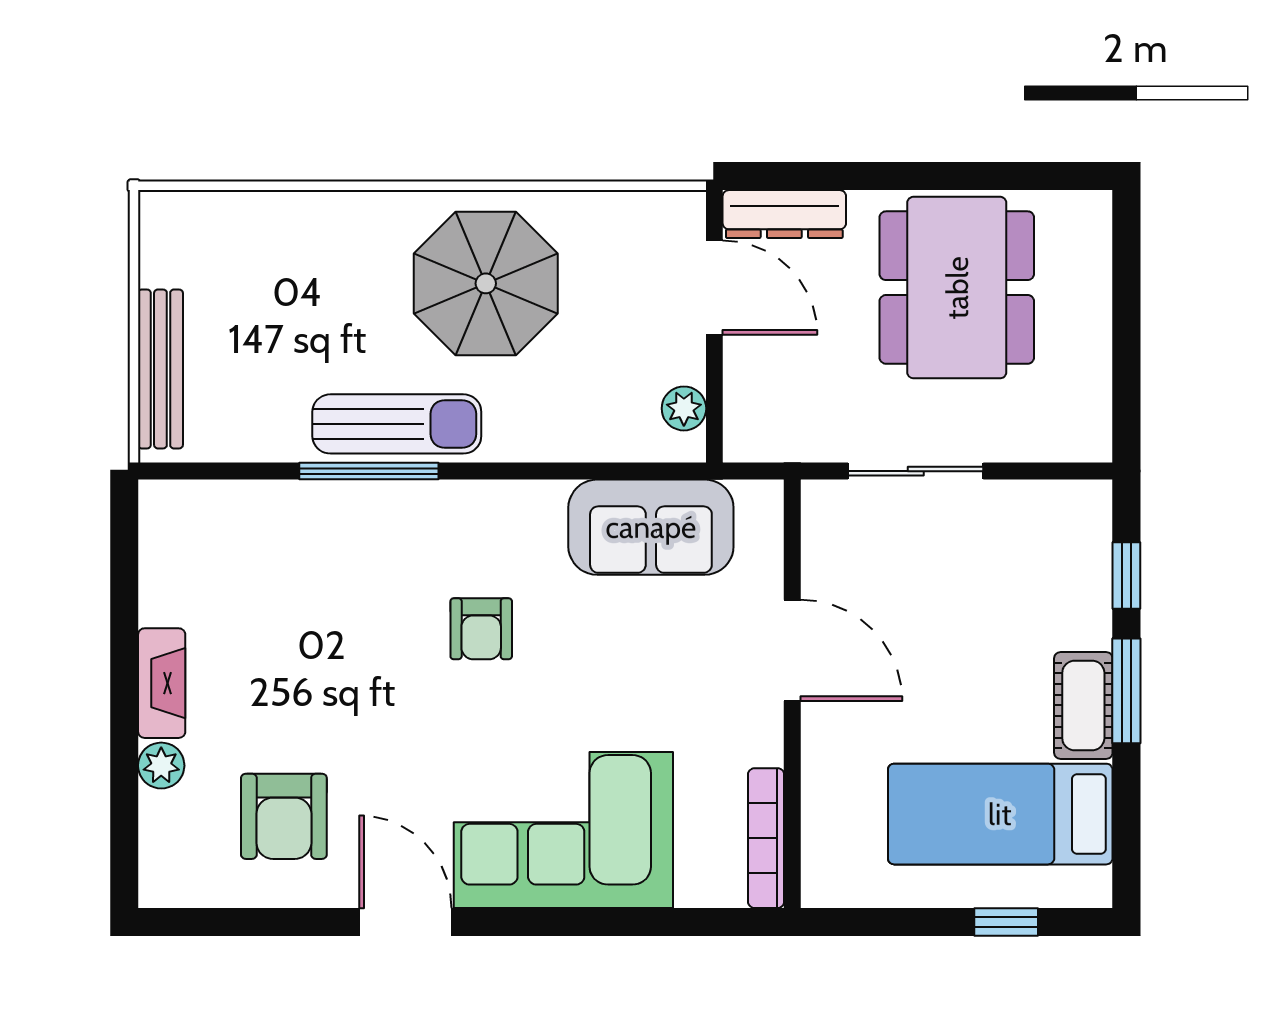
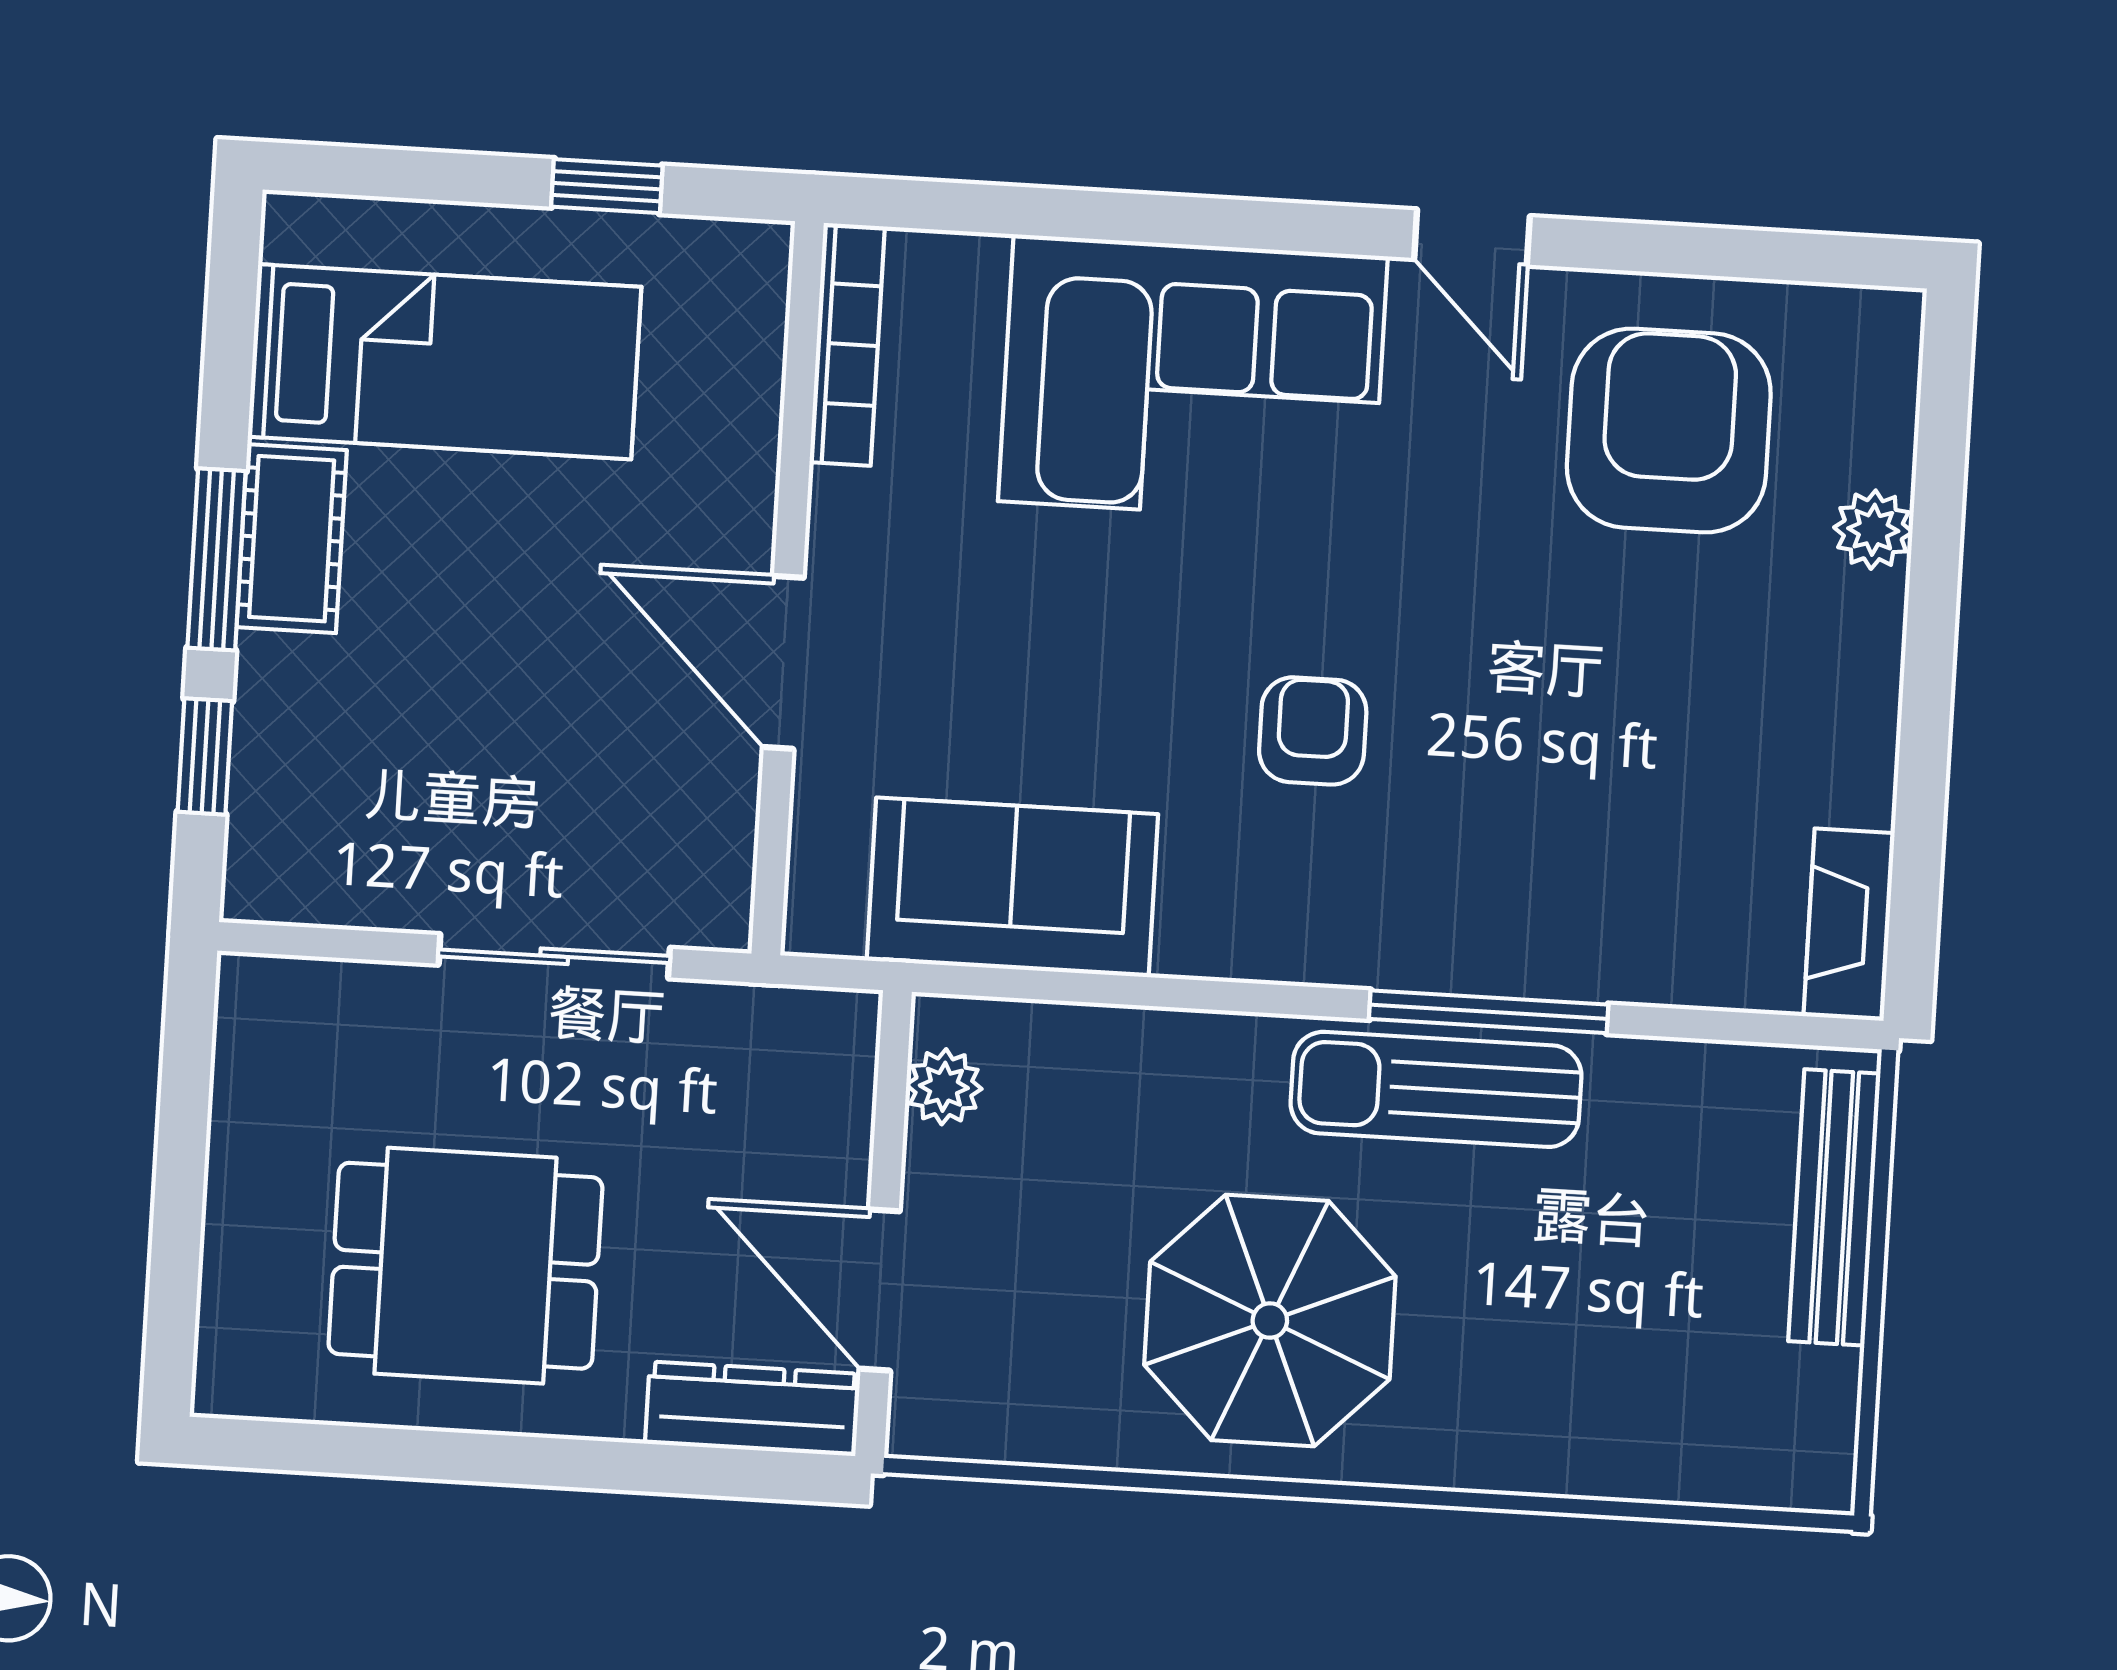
dining table: (957, 288) -> (465, 1266), width x0.73
fireplace: (162, 683) -> (1849, 925), moved
armchair: (284, 816) -> (1669, 430), width x1.36, depth x1.36
door: (405, 922) -> (1472, 238), width x0.73
window: (1006, 922) -> (607, 186), moved

